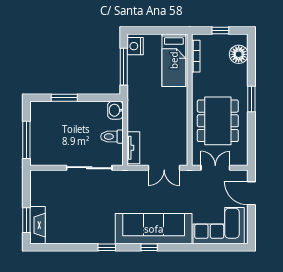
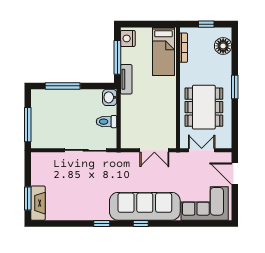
window: (64, 98) -> (63, 86), width x1.44
tv unit: (133, 148) -> (126, 79), moved

